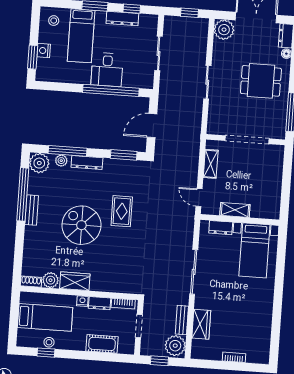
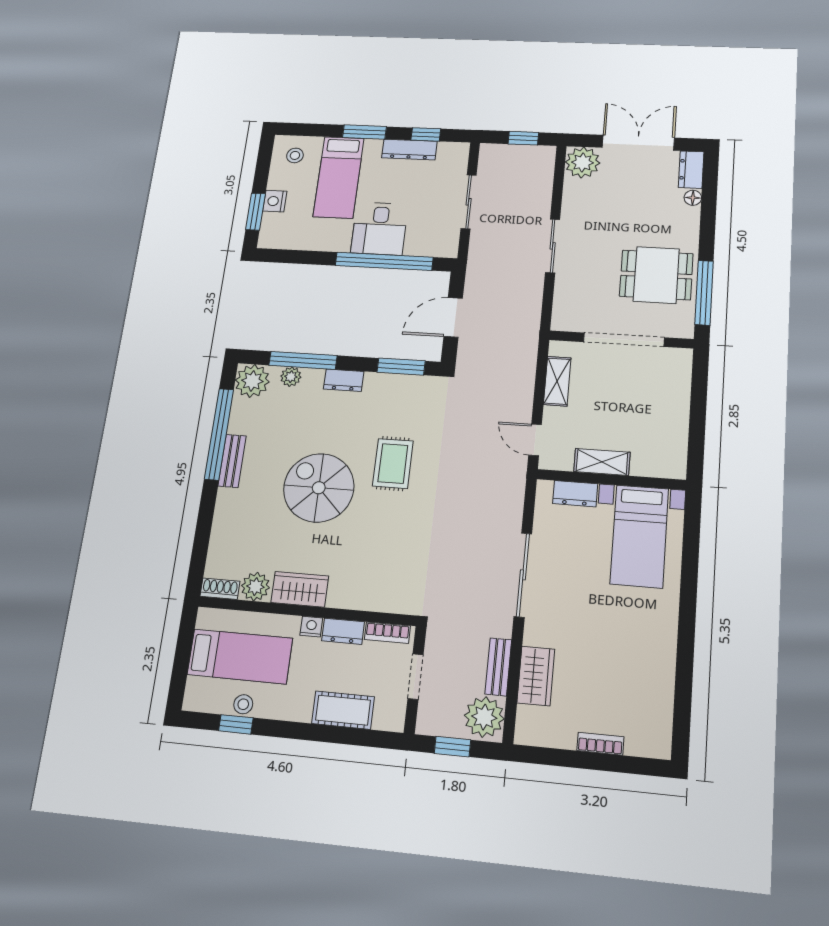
dining table: (261, 81) -> (656, 275), moved
dresser: (87, 163) -> (344, 380), width x0.70

